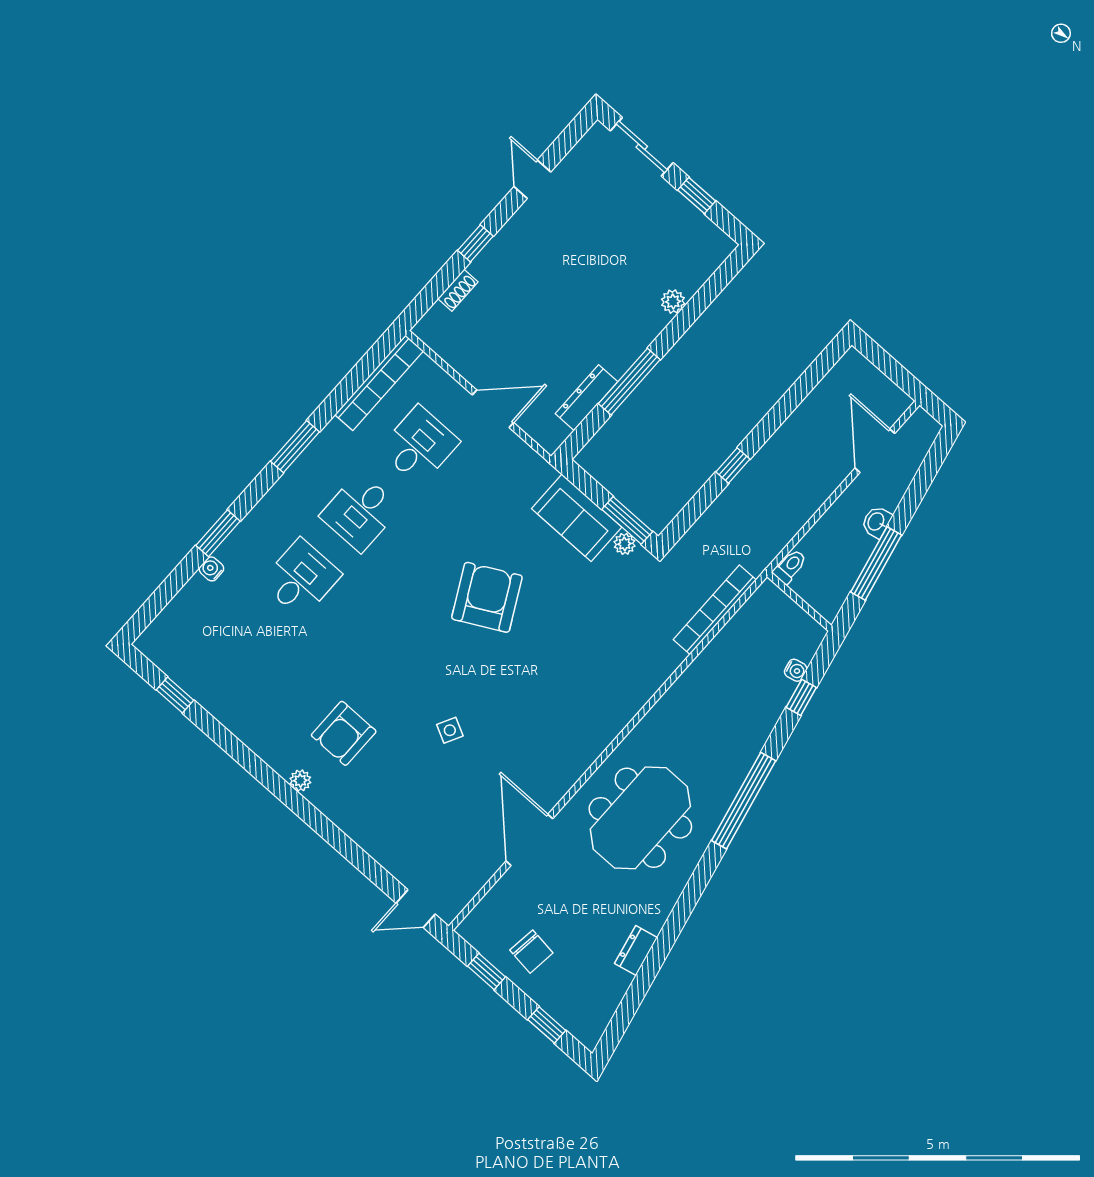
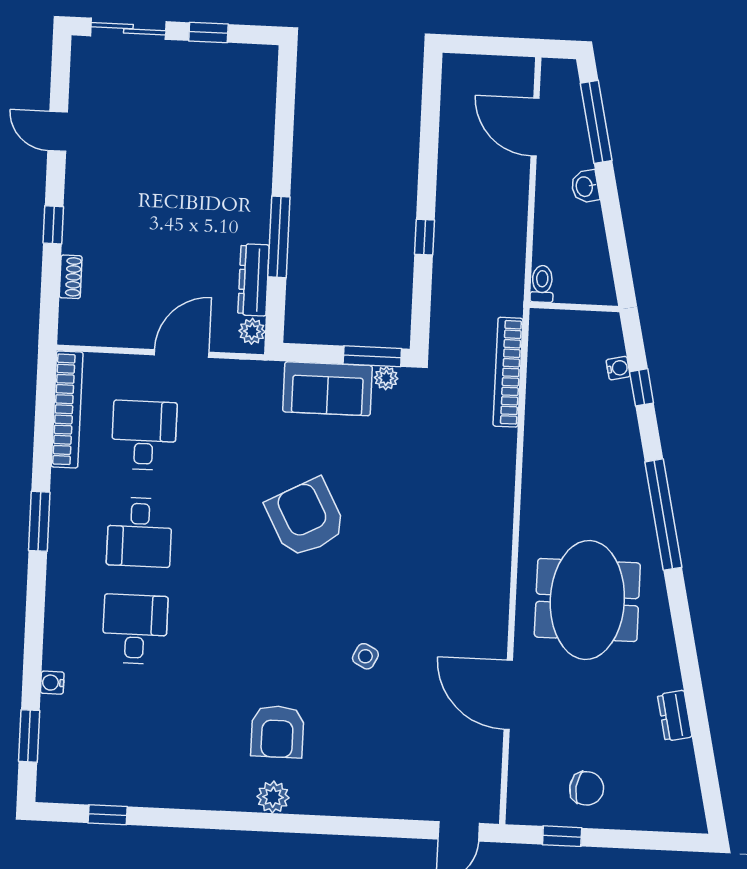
plant: (673, 302) -> (252, 331), moved
window: (218, 533) -> (29, 736), moved
window: (876, 563) -> (596, 122), moved
plant: (300, 781) -> (273, 797), width x1.38, depth x1.38
window: (547, 1025) -> (650, 840), removed

